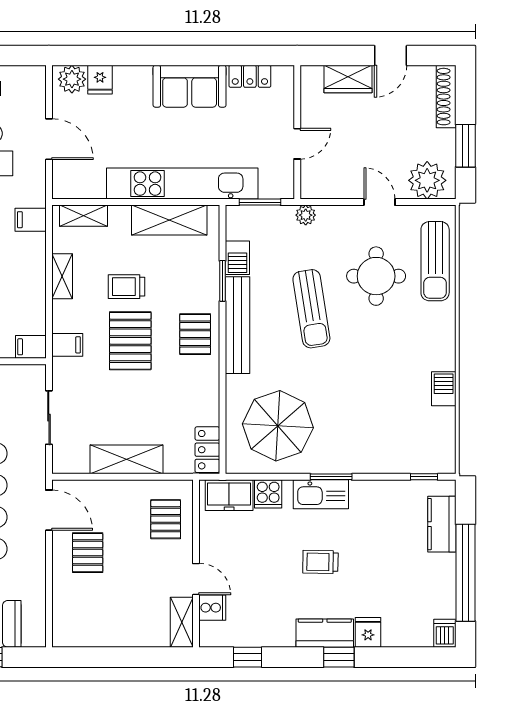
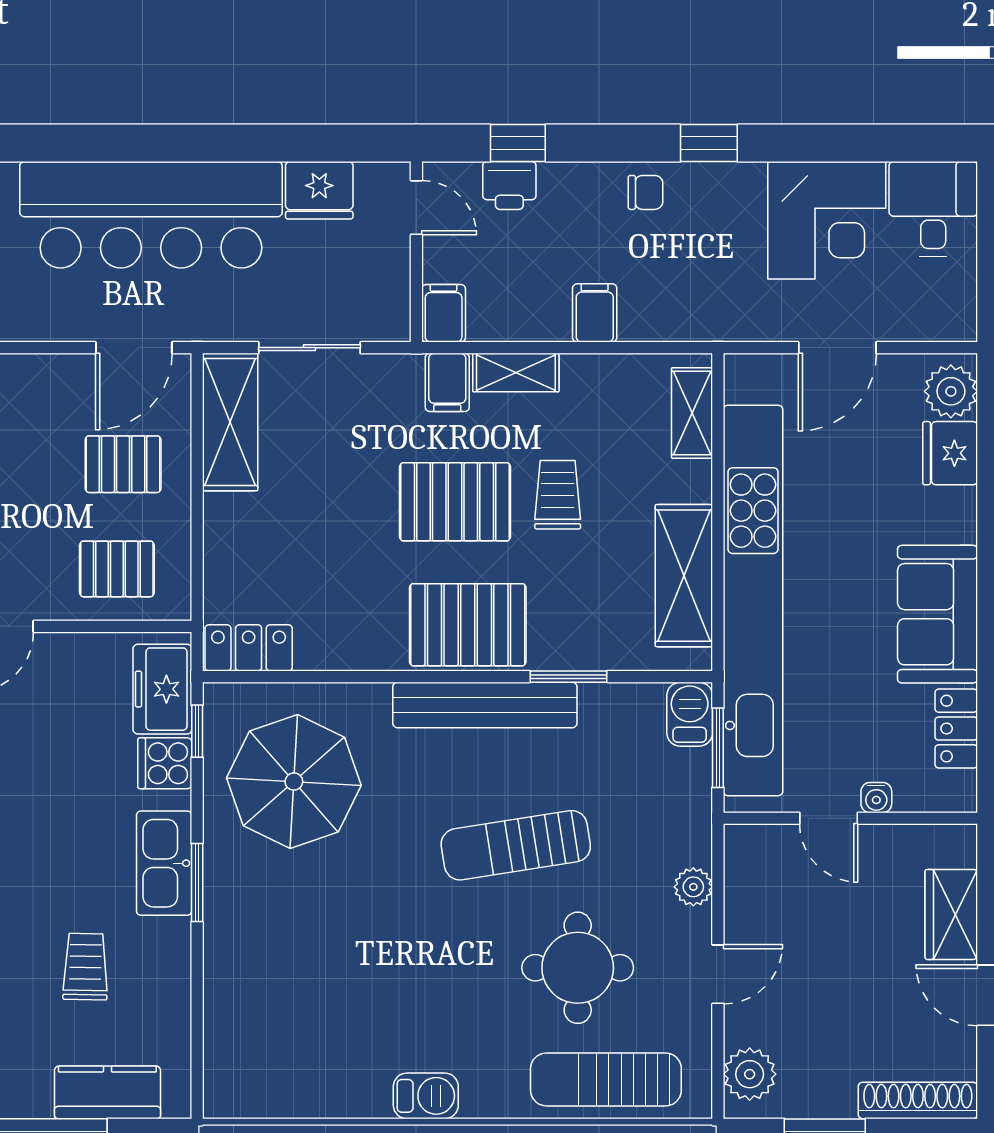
fridge: (100, 80) -> (950, 453), width x1.38
water cooler: (286, 119) -> (876, 798), added
plant: (427, 180) -> (750, 1074), width x0.73, depth x0.73
kitchen unit: (182, 184) -> (753, 600), width x1.36
plant: (306, 215) -> (693, 887), moved
filing cabinet: (31, 220) -> (595, 313), moved
barbecue: (237, 258) -> (690, 714), moved, turned 90
shelving: (62, 276) -> (516, 373), moved
pallet: (195, 334) -> (468, 625), width x1.50, depth x1.42
barbecue: (444, 389) -> (426, 1096), moved
shelving: (126, 459) -> (230, 422), moved
window: (424, 477) -> (197, 731), moved
pallet: (88, 553) -> (123, 464), moved
trolley: (320, 562) -> (85, 967), moved

